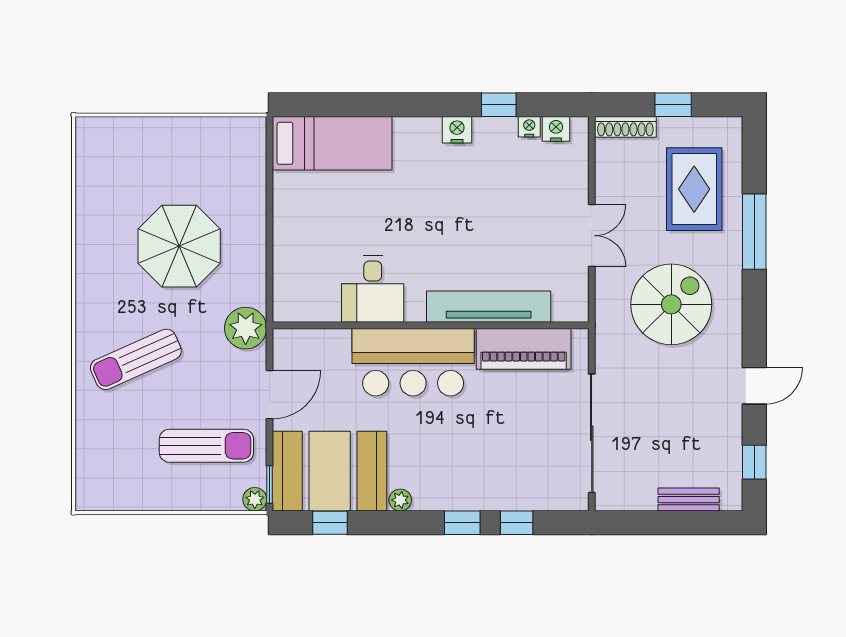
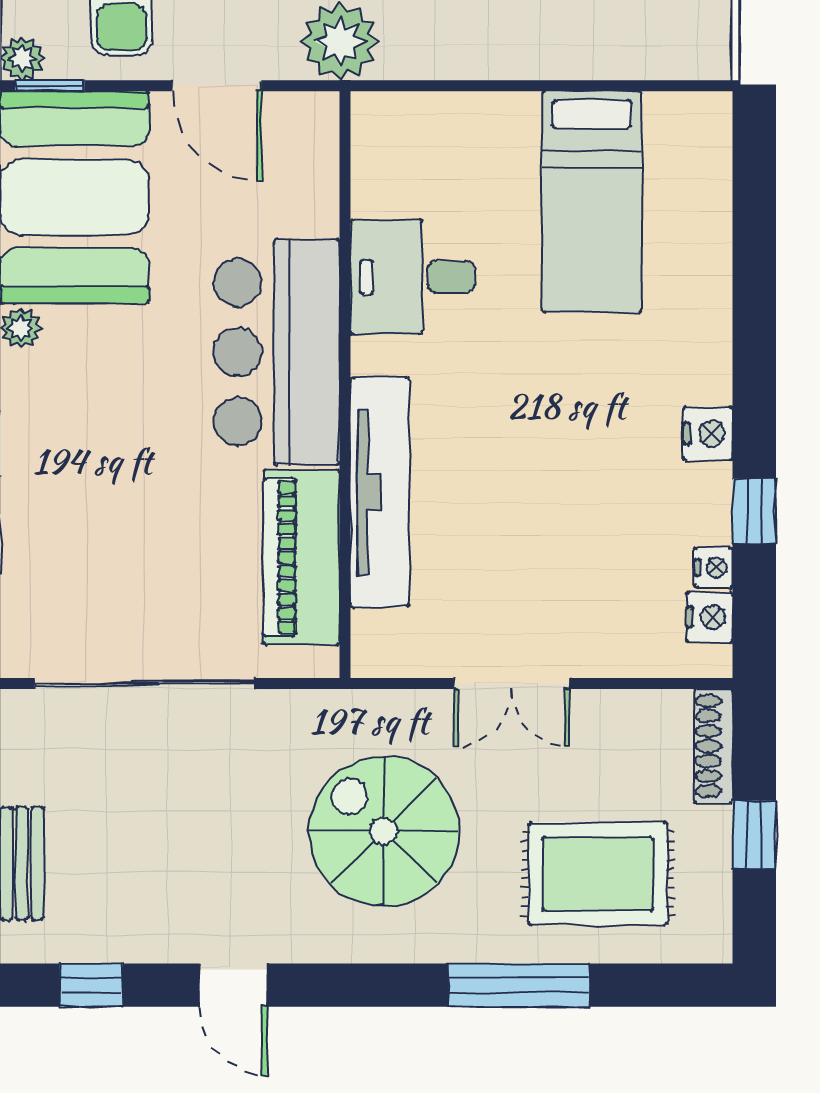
bed: (332, 143) -> (592, 202), moved
spiral stairs: (671, 304) -> (384, 831), turned 180

